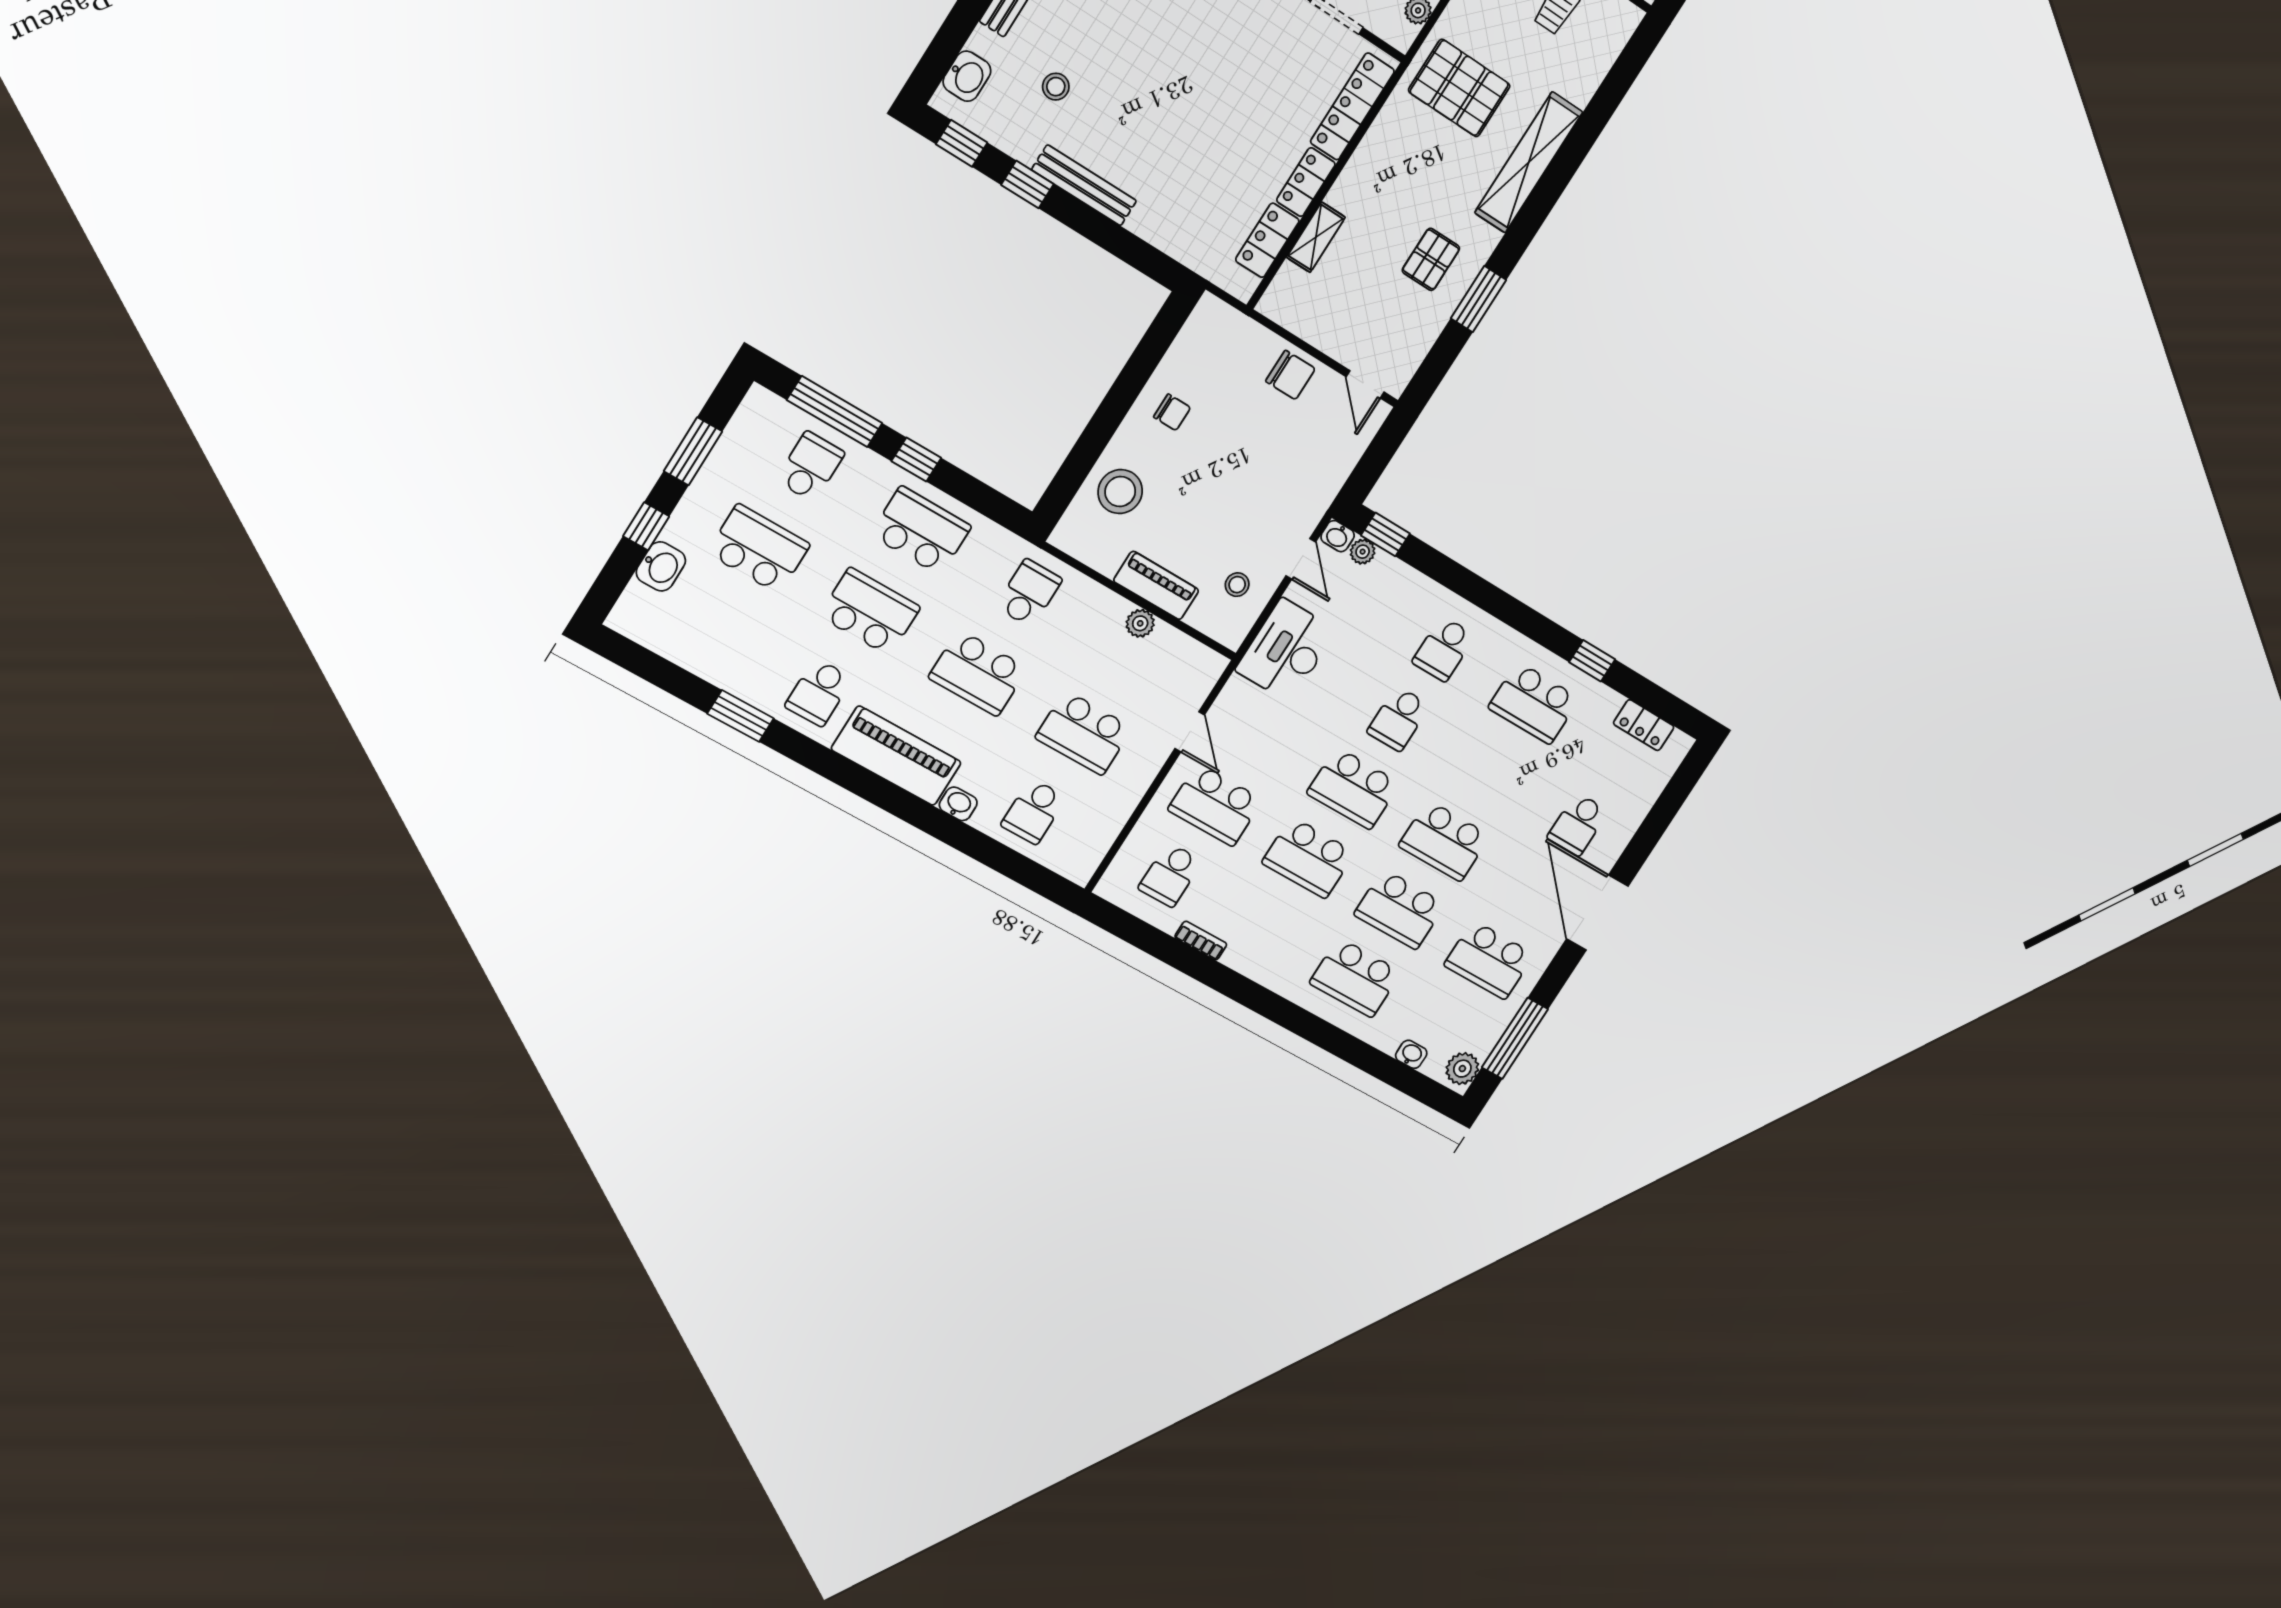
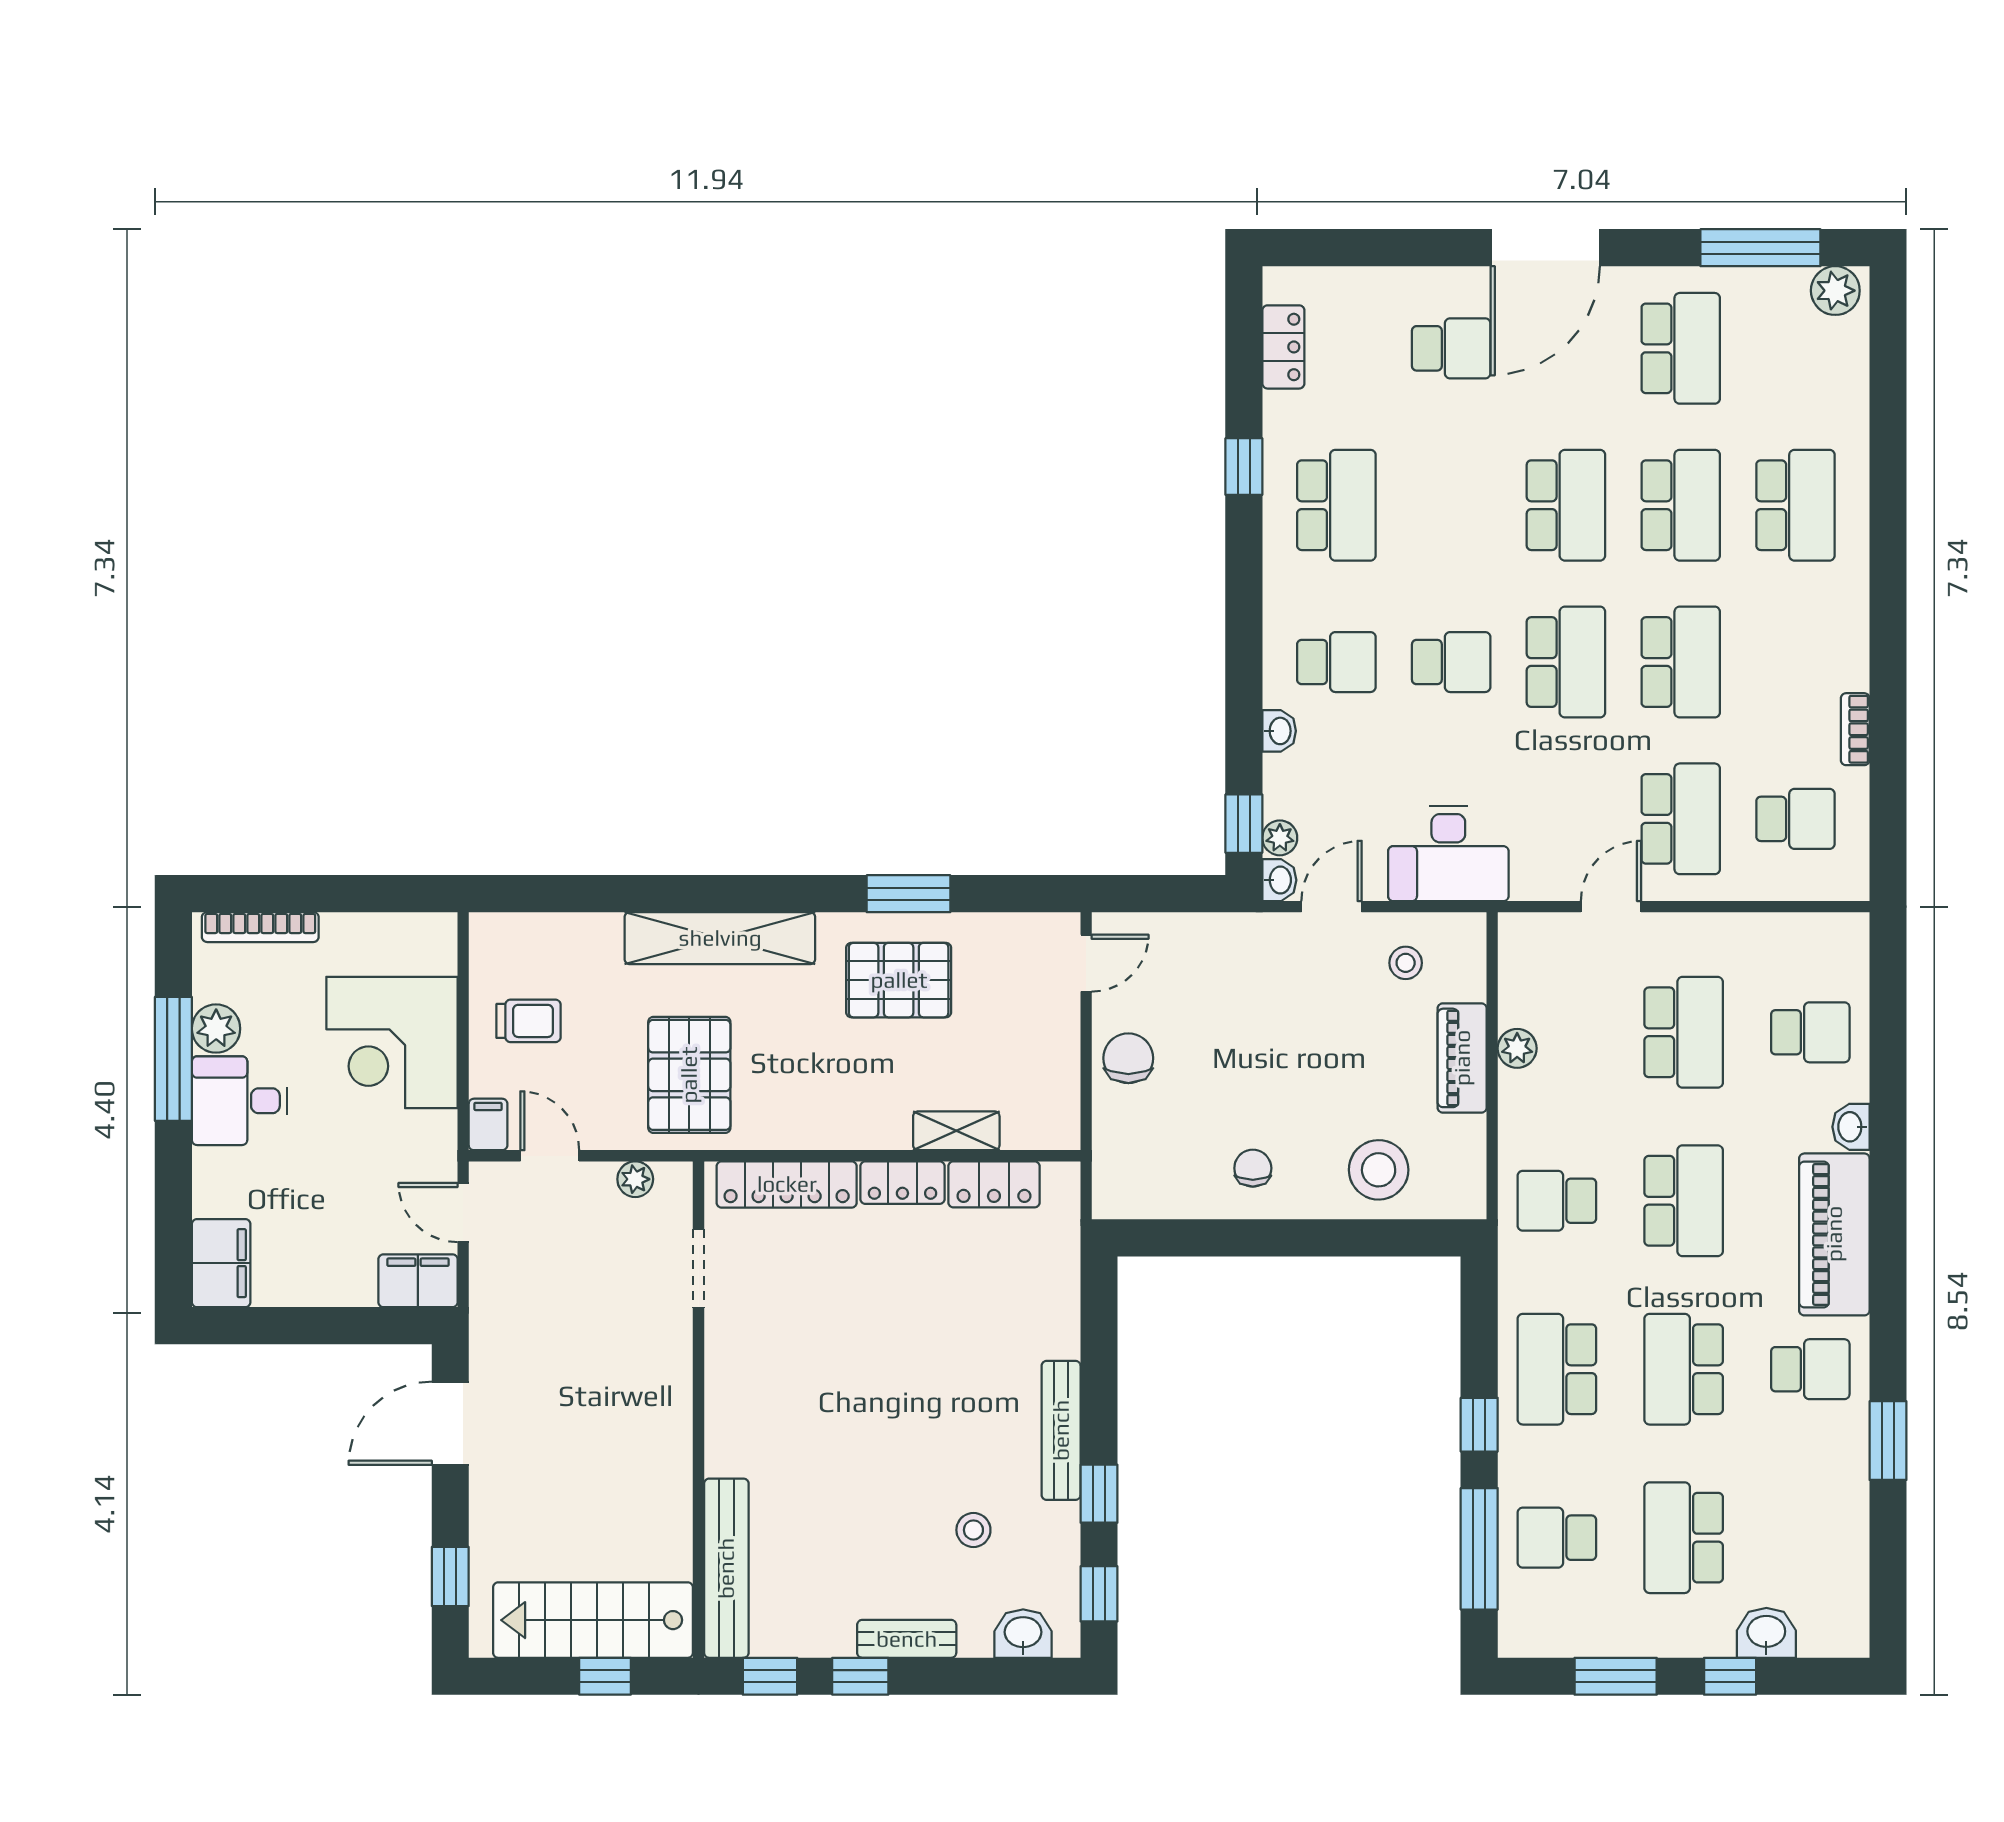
pallet: (1431, 259) -> (899, 980), width x1.50, depth x1.42
washbasin: (1411, 1054) -> (1279, 731), moved, turned 180

